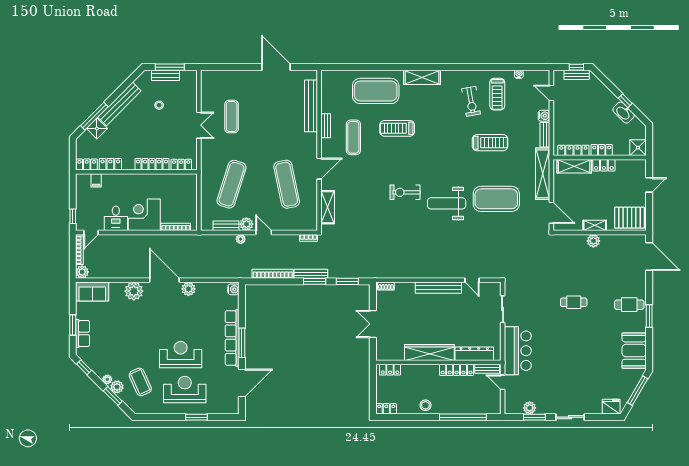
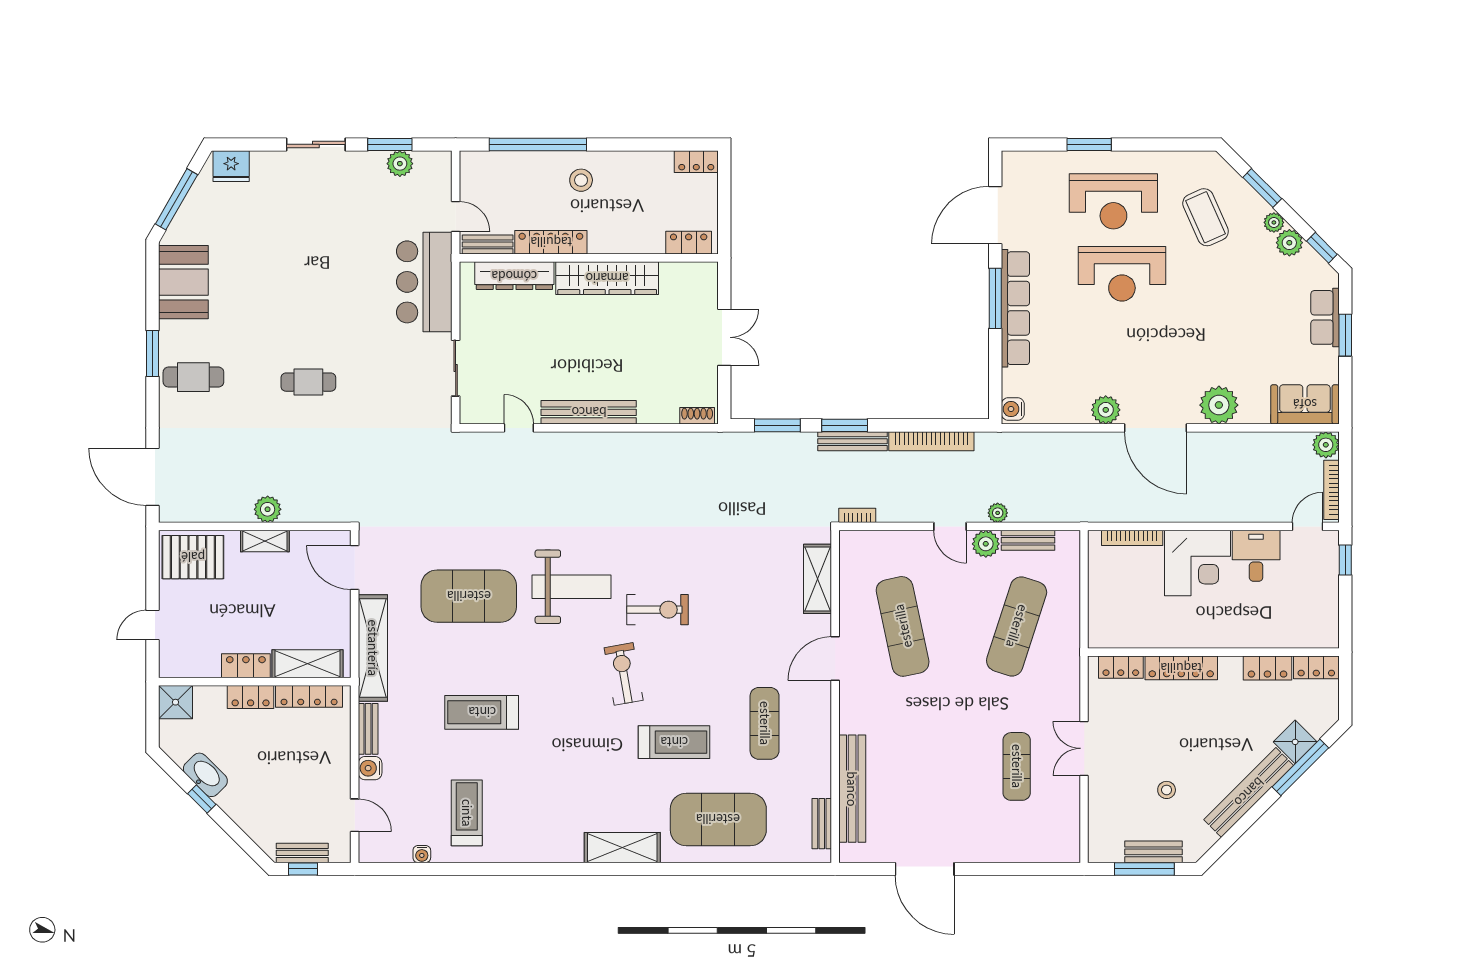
exercise bike: (471, 101) -> (624, 674), moved
bench: (326, 126) -> (822, 824), moved
filing cabinet: (96, 180) -> (1297, 634), removed
plant: (117, 387) -> (1289, 243), moved
stool: (425, 405) -> (581, 180), moved

